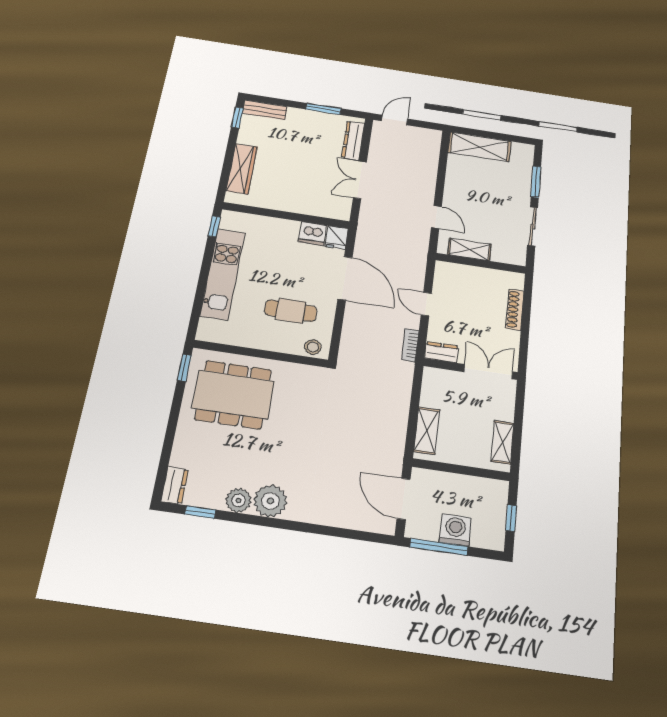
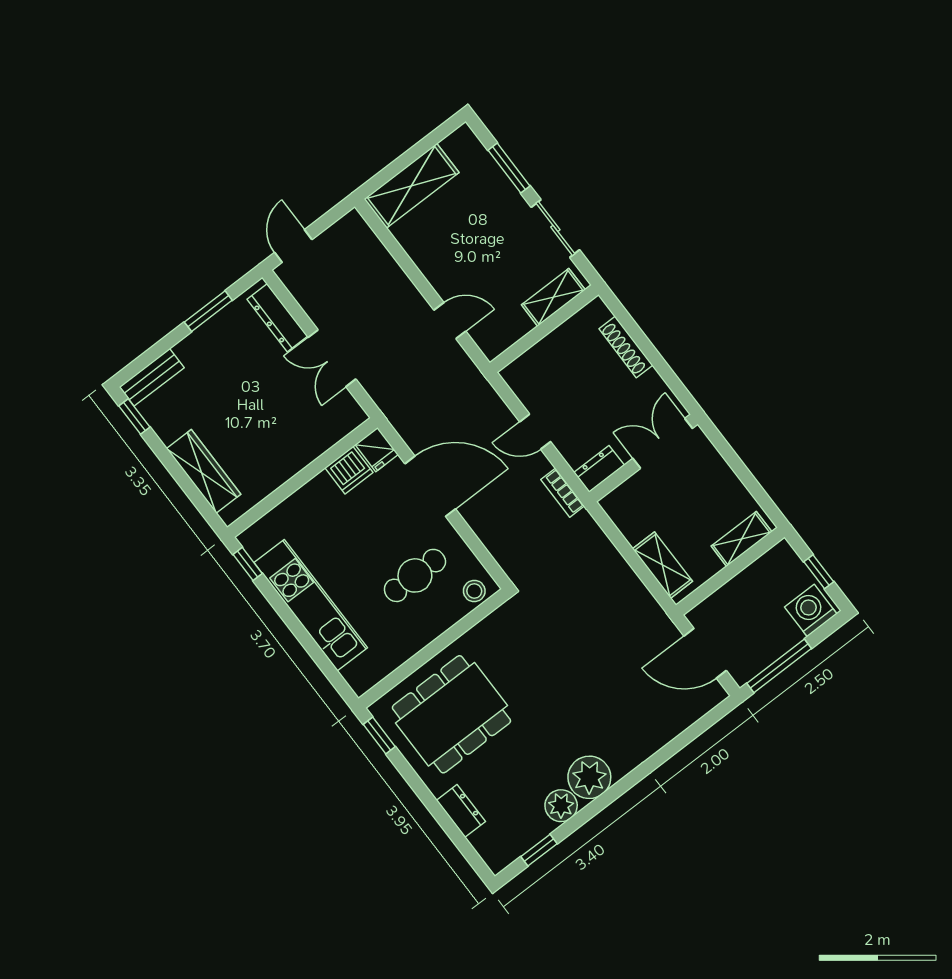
shelving: (469, 249) -> (553, 297), moved
shelving: (503, 442) -> (742, 539), moved, turned 90
dresser: (175, 485) -> (461, 811), moved
washing machine: (455, 530) -> (811, 610), moved

